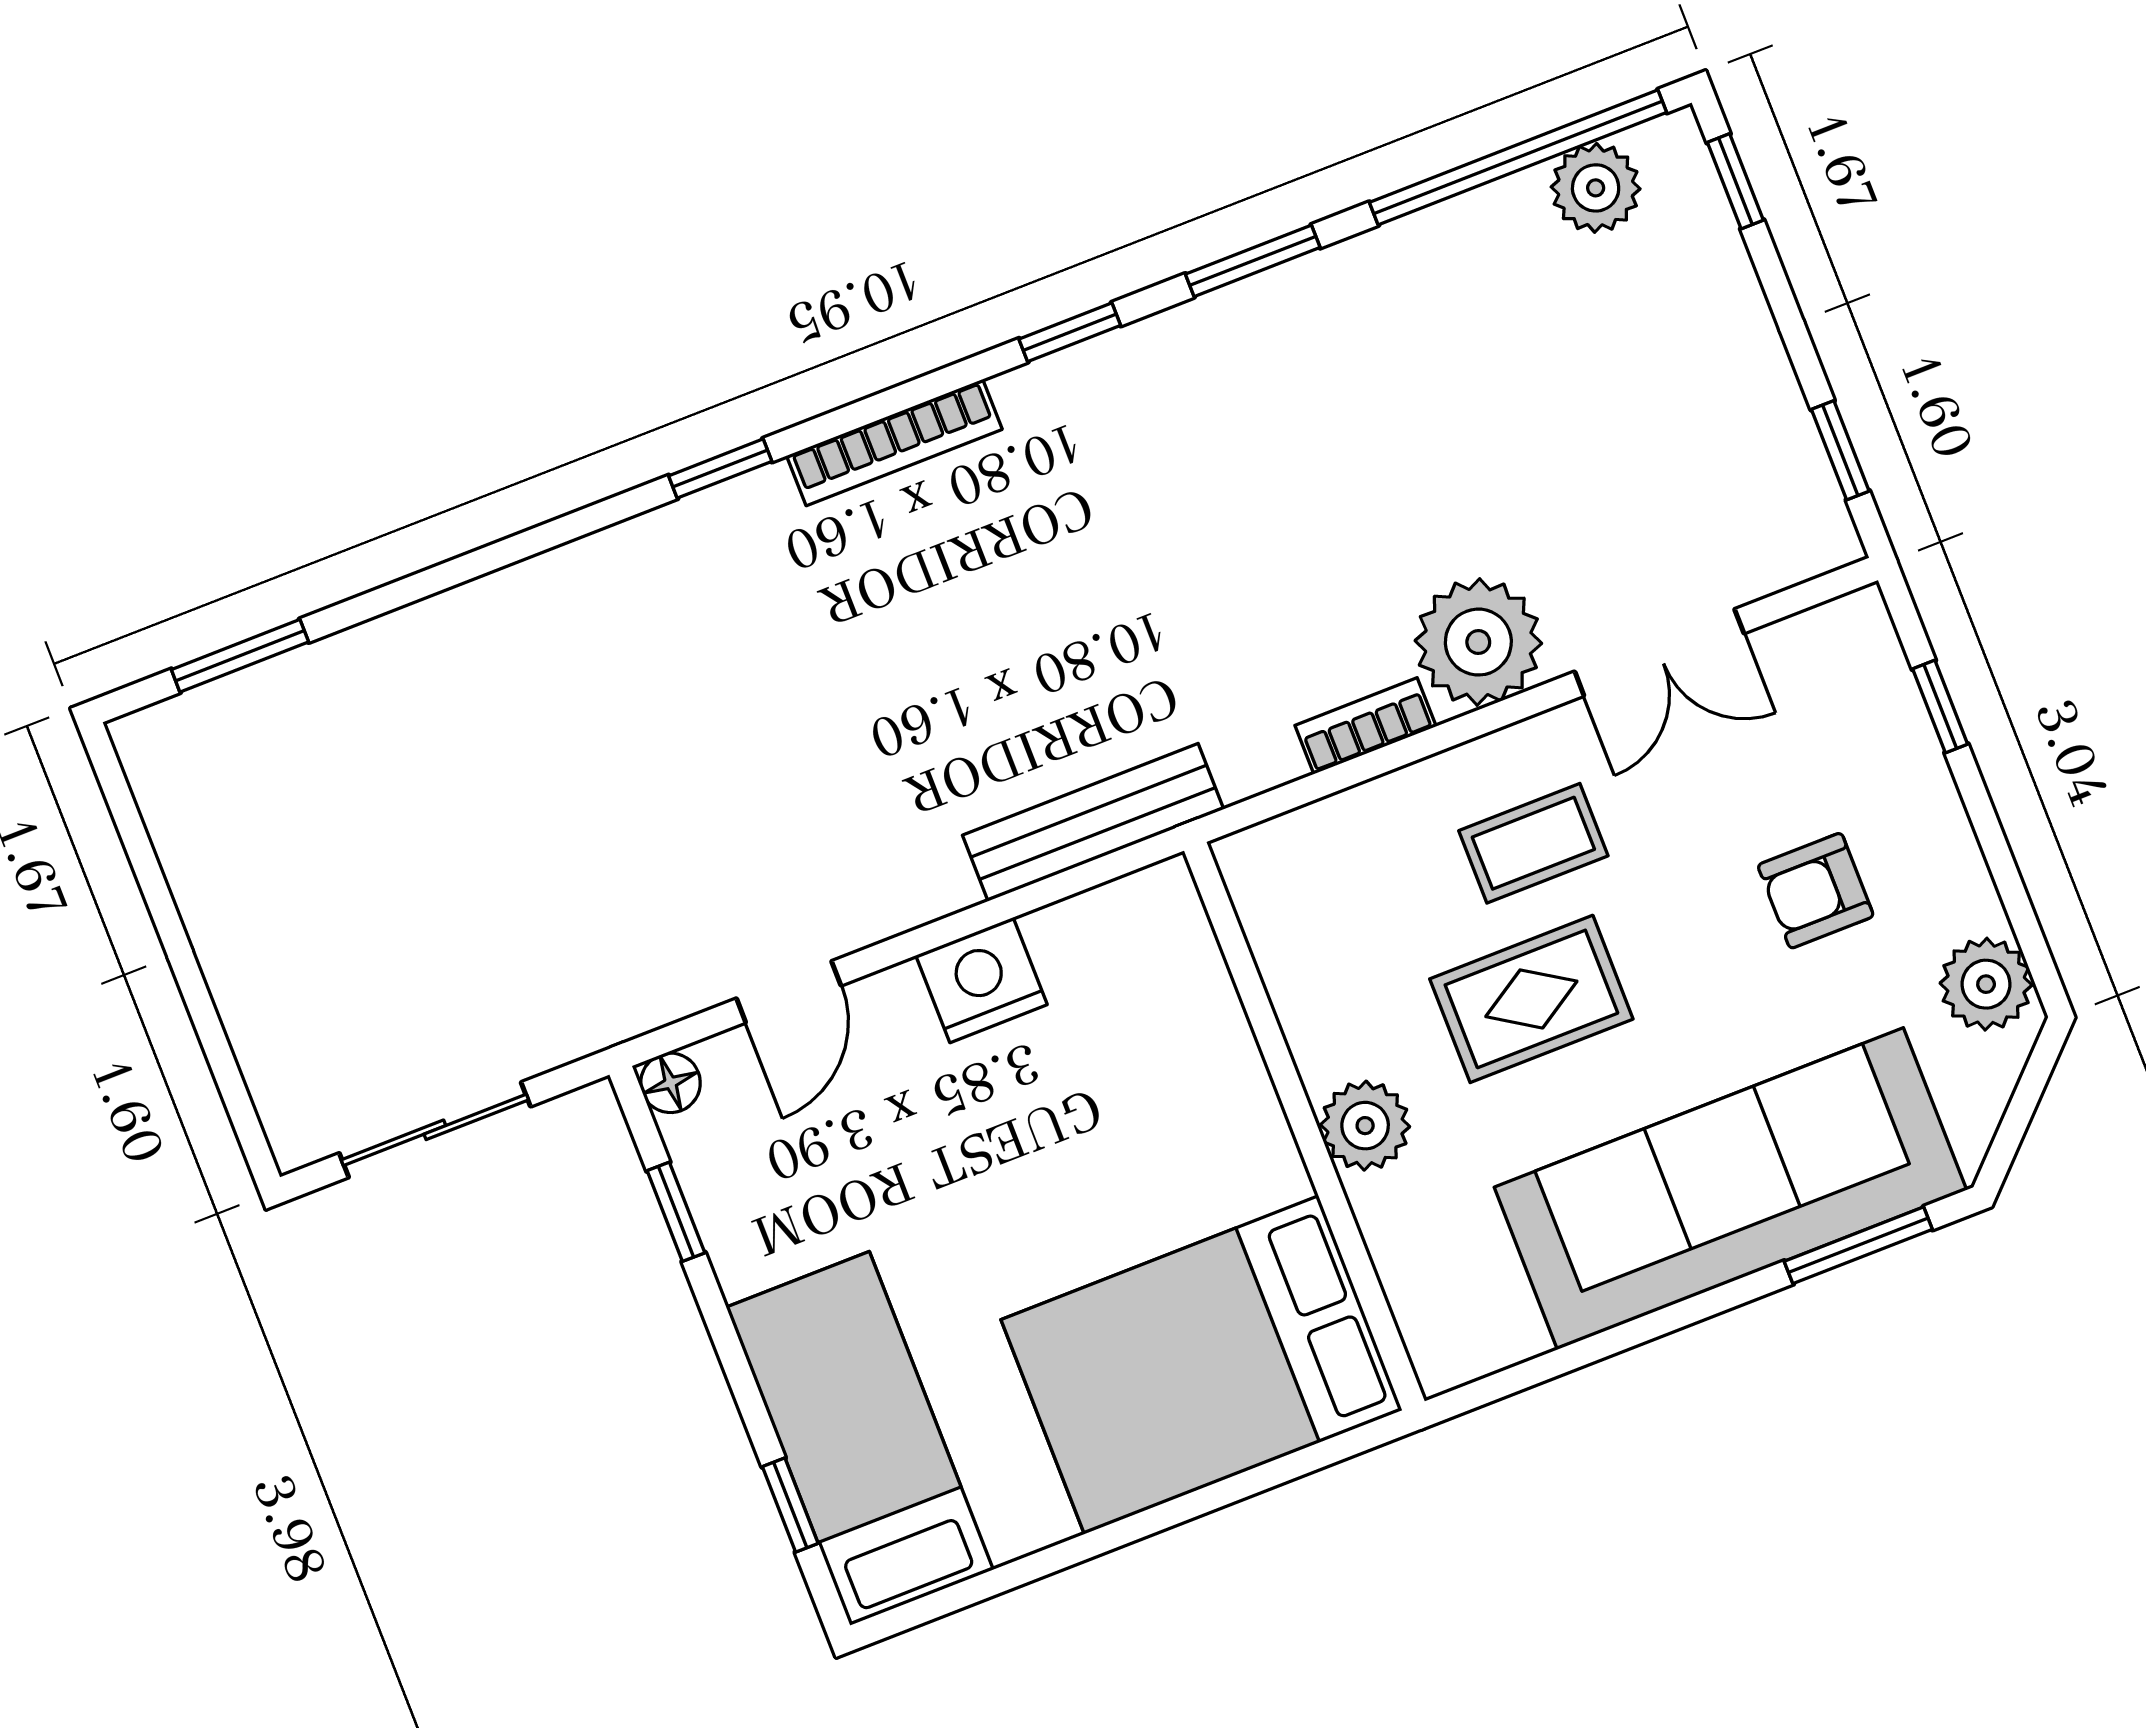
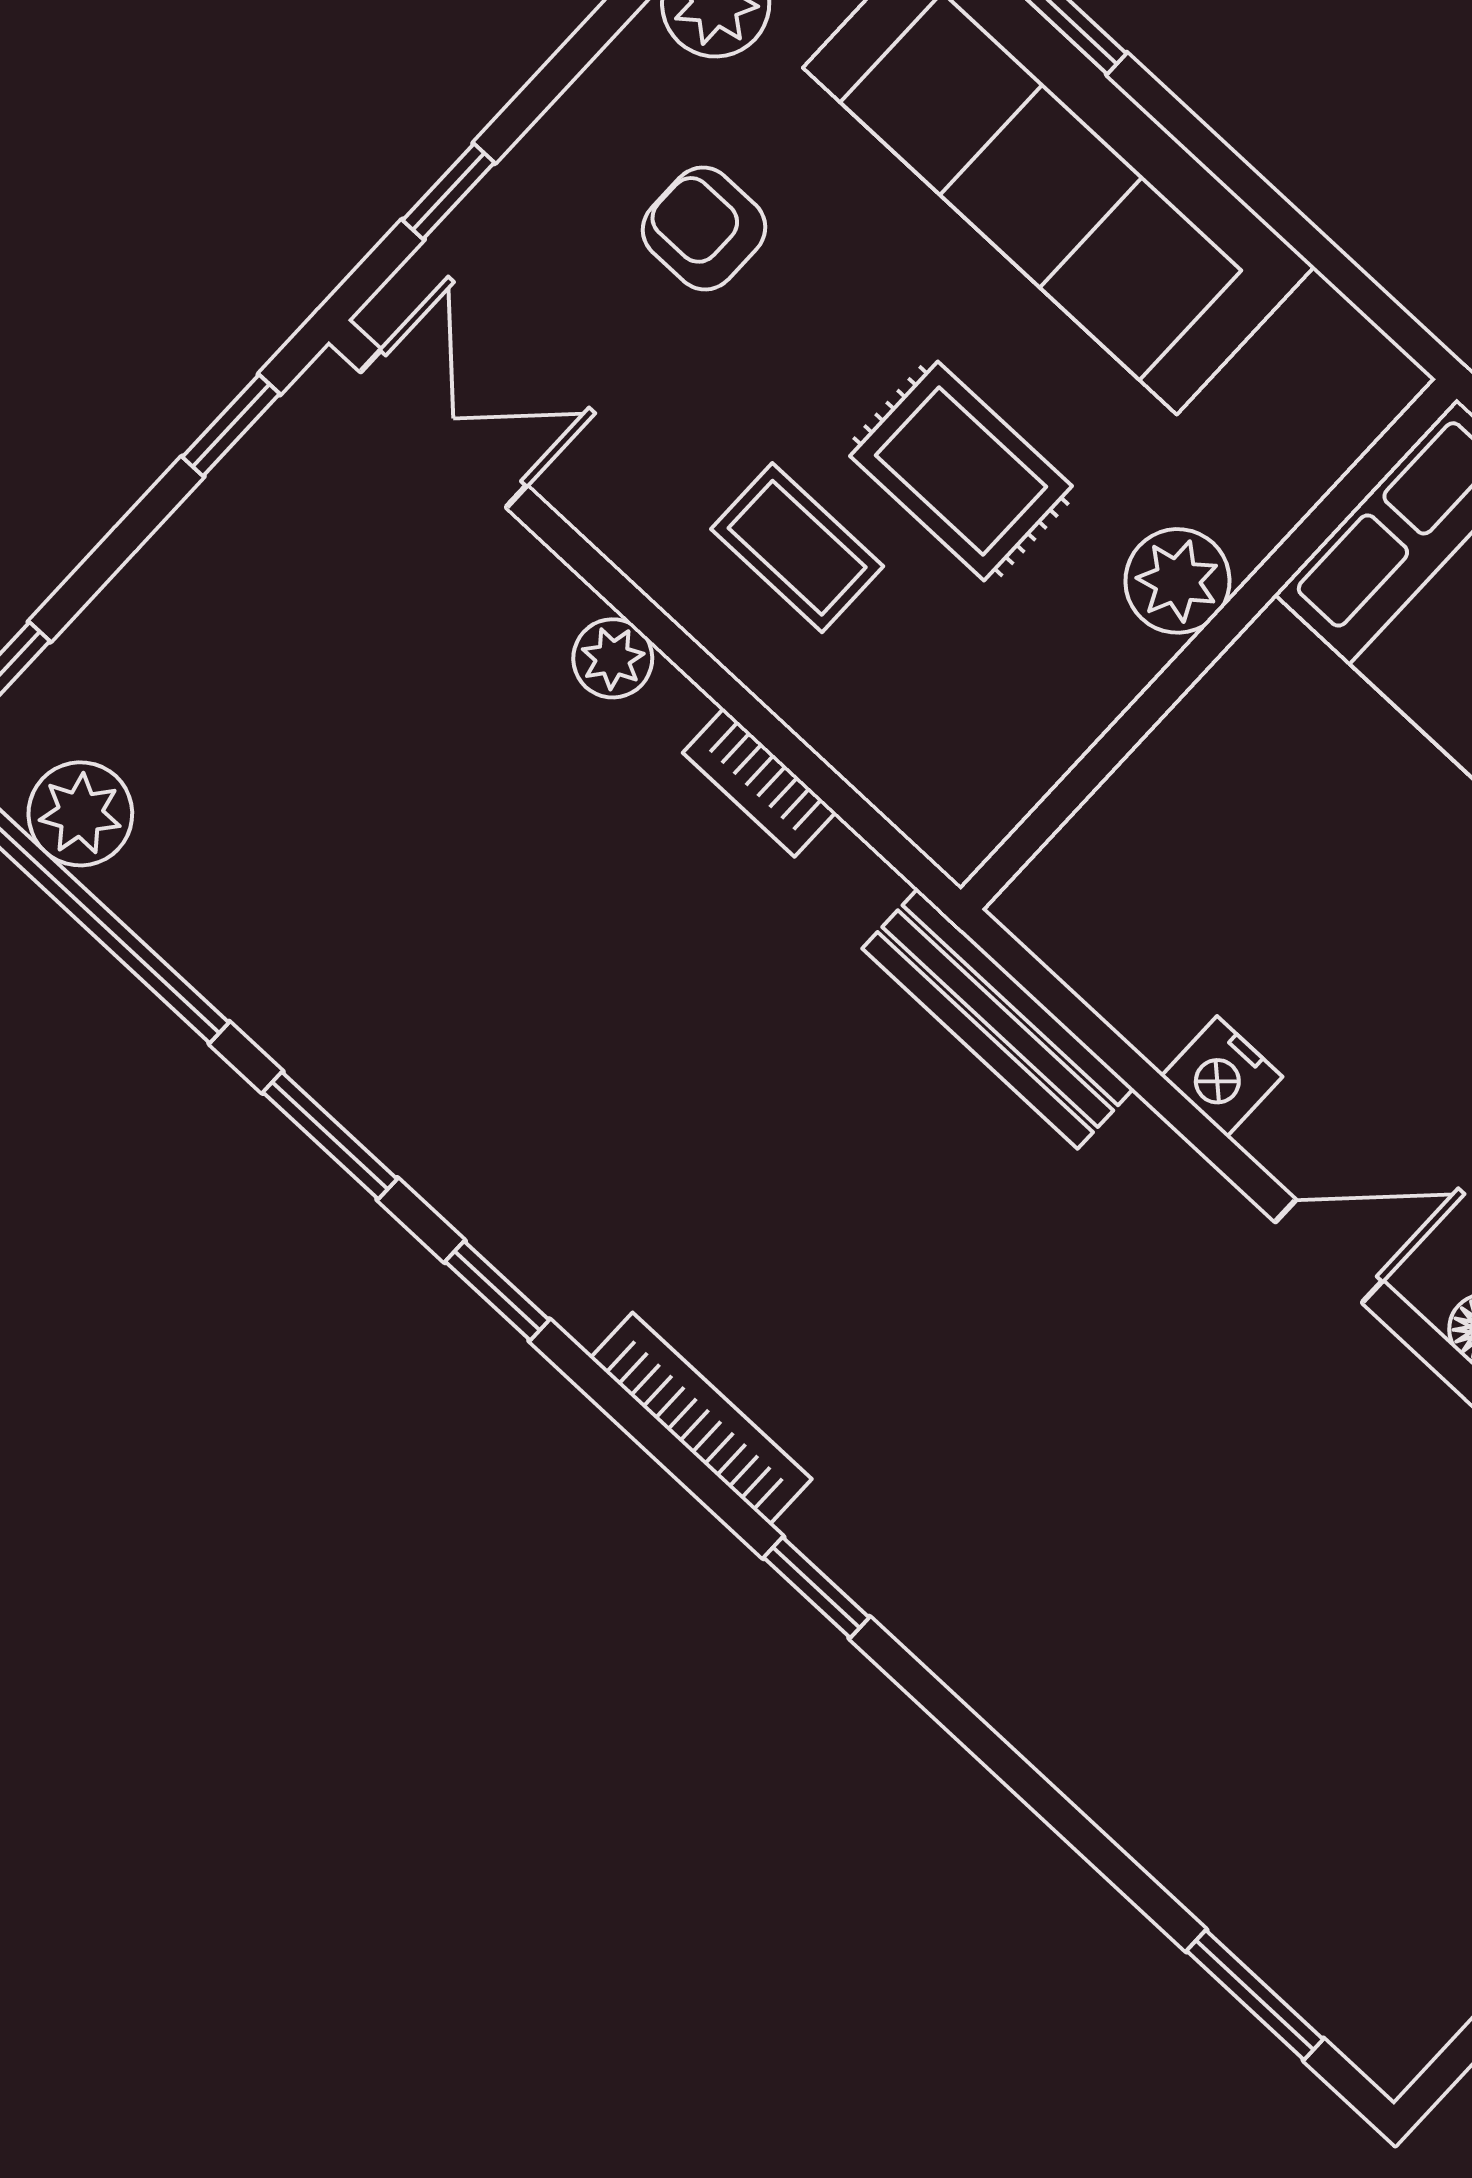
plant: (1478, 642) -> (613, 658), width x0.53, depth x0.53
double door: (1659, 652) -> (444, 429), moved
armchair: (1816, 891) -> (704, 228), turned 180
nightstand: (981, 980) -> (1222, 1076), width x0.74, depth x0.75

